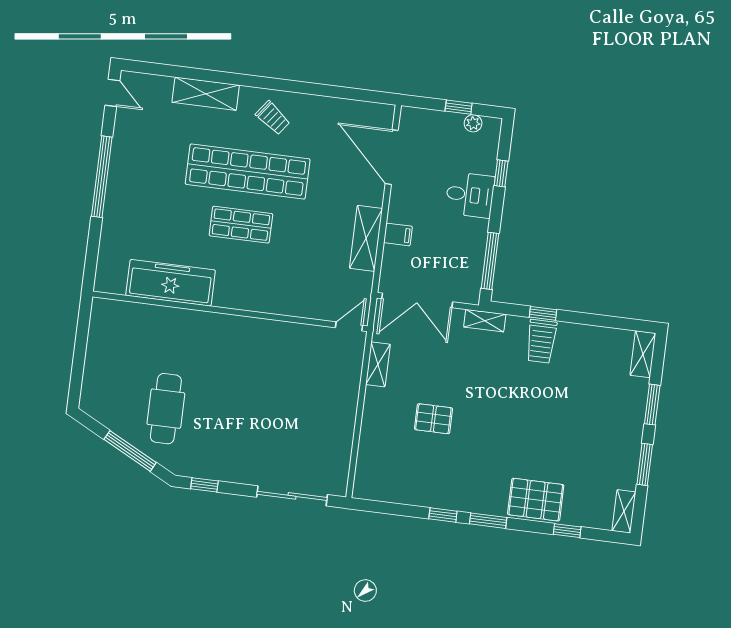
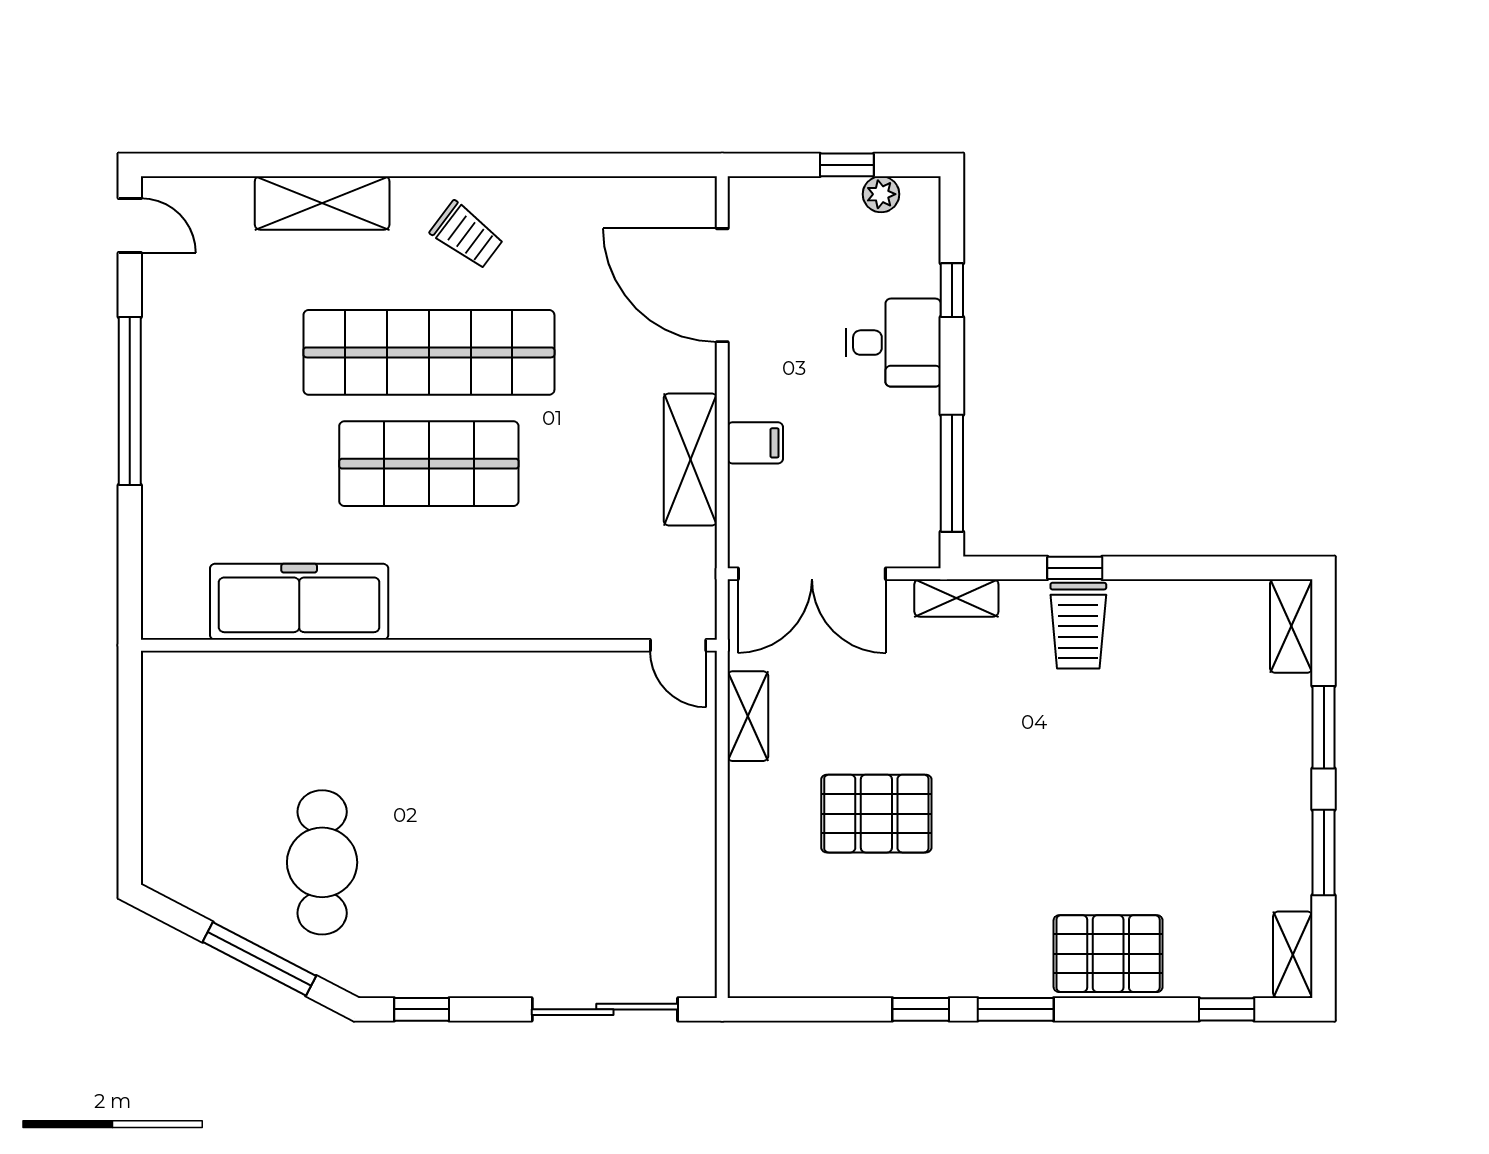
shop shelf: (241, 225) -> (429, 464), width x1.43, depth x1.36
door: (349, 326) -> (678, 645), swing flipped
pallet: (433, 419) -> (876, 814), width x1.50, depth x1.42
window: (567, 531) -> (1227, 1009), moved

